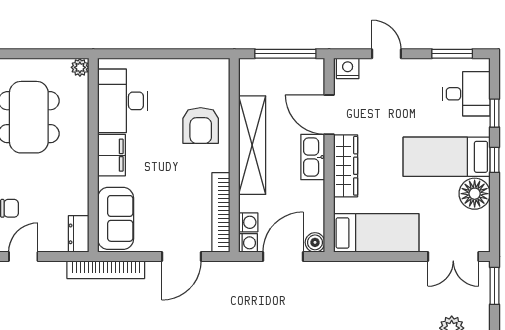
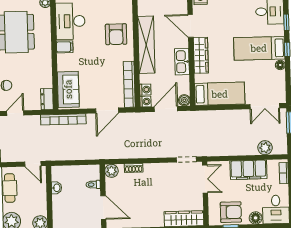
filing cabinet: (111, 155) -> (65, 47), width x0.50
kitchen sink: (313, 157) -> (182, 62), moved
floor lamp: (475, 194) -> (280, 65), width x0.53, depth x0.53

